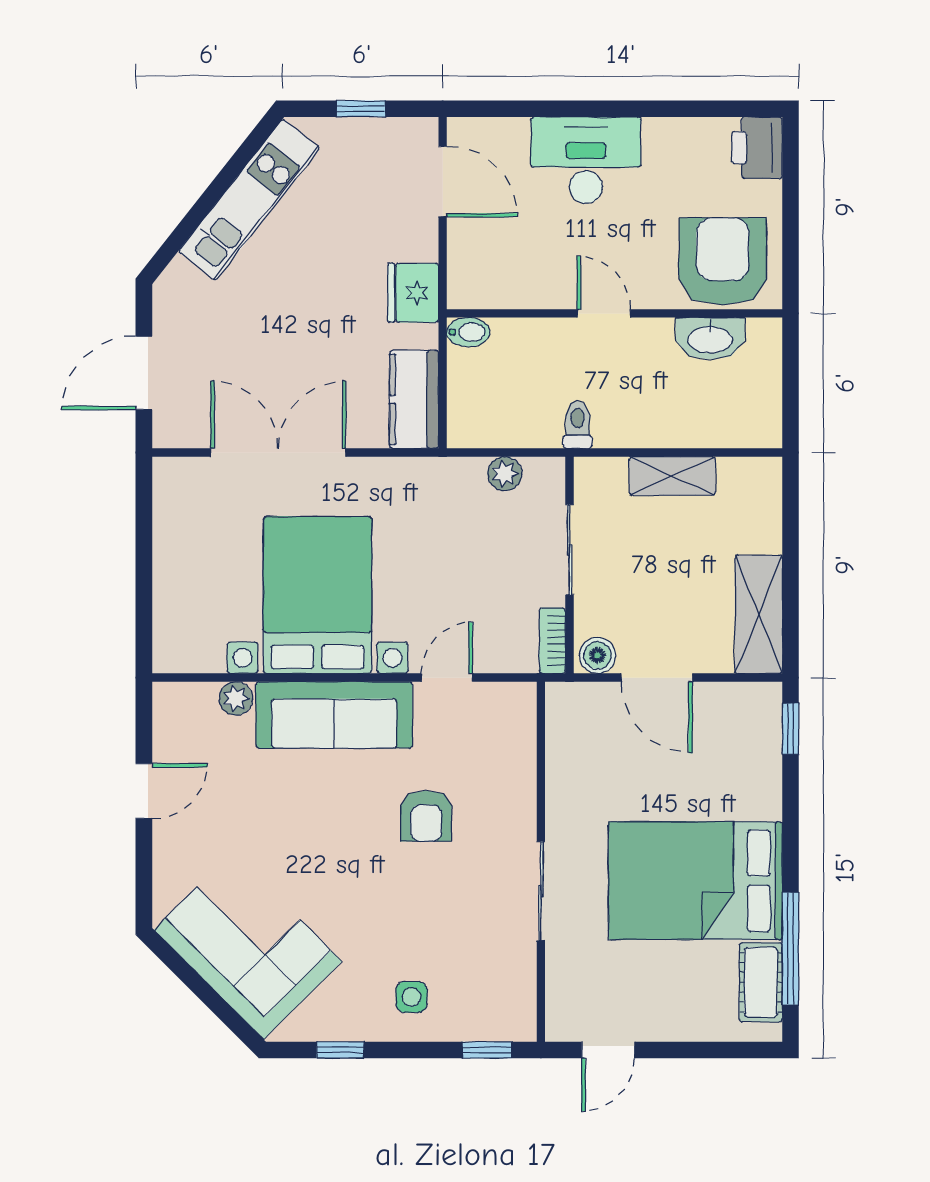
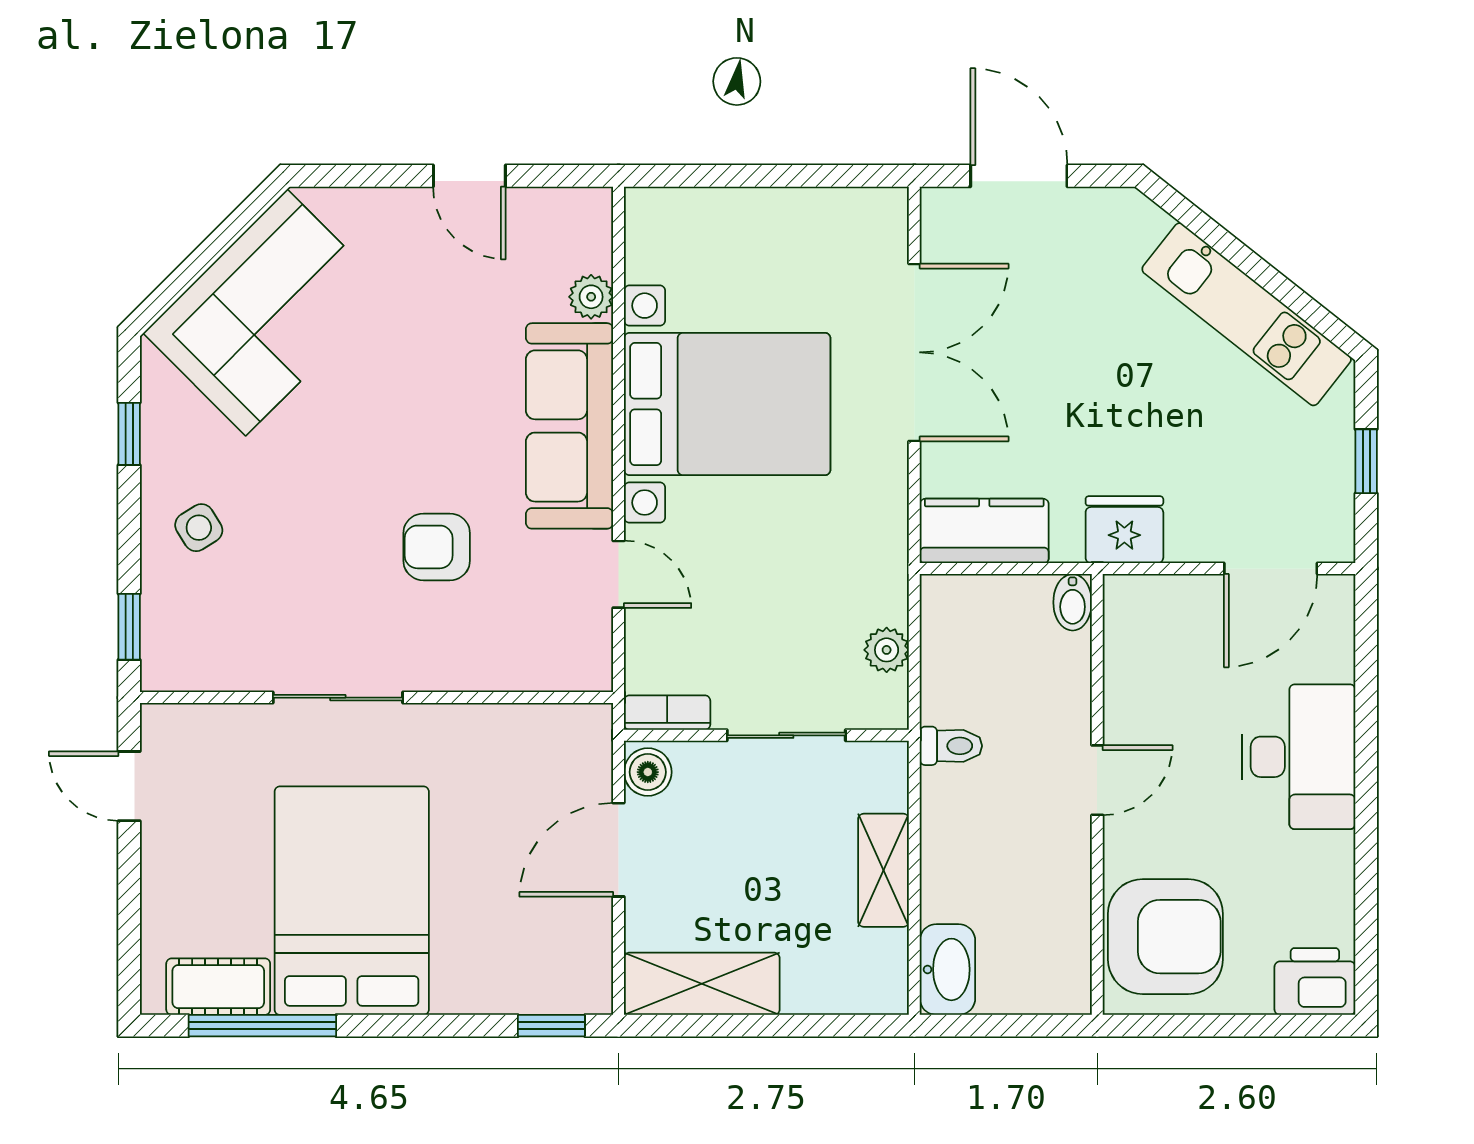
washbasin: (710, 339) -> (947, 969), moved, turned 180
side table: (412, 997) -> (199, 528), turned -32

